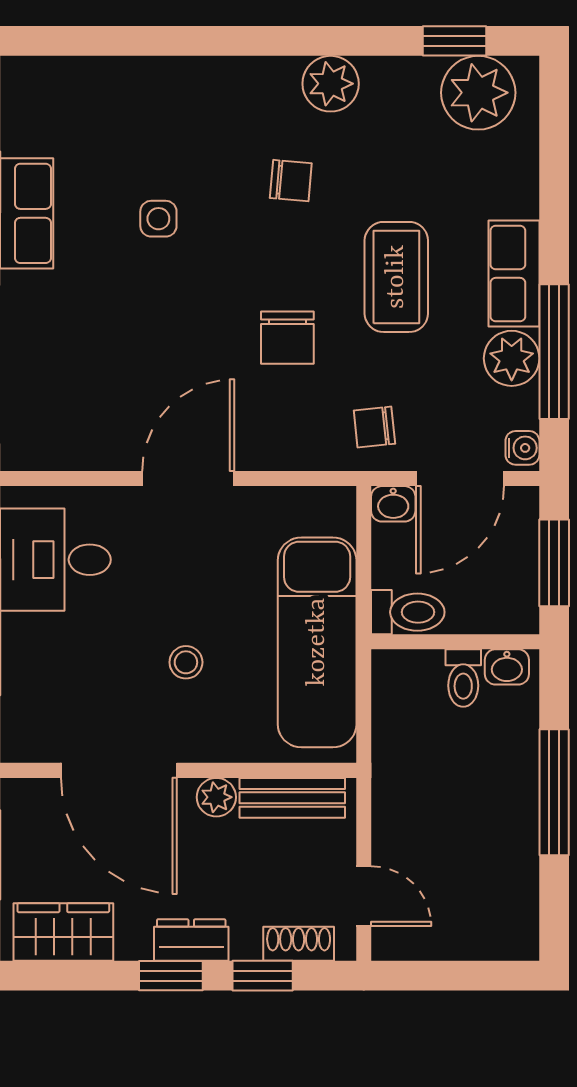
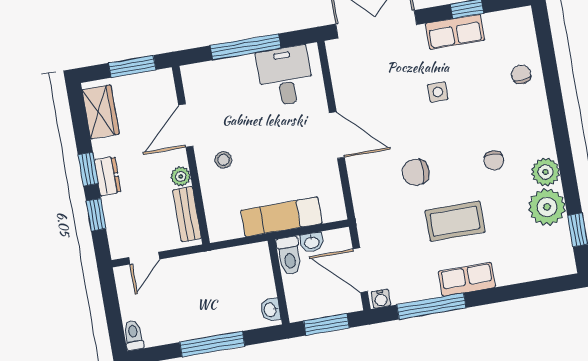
plant: (478, 93) -> (547, 207), moved
side table: (158, 219) -> (438, 92), moved
plant: (512, 358) -> (424, 286), removed
chair: (374, 427) -> (521, 74), moved
washbasin: (393, 504) -> (312, 242), moved, turned -90
exam couch: (317, 642) -> (281, 217), width x0.73, depth x0.69
stool: (186, 662) -> (223, 160), moved
toilet: (463, 678) -> (133, 335), moved, turned 90
door: (119, 770) -> (186, 126), width x0.73
shoe rack: (299, 944) -> (115, 230), removed

